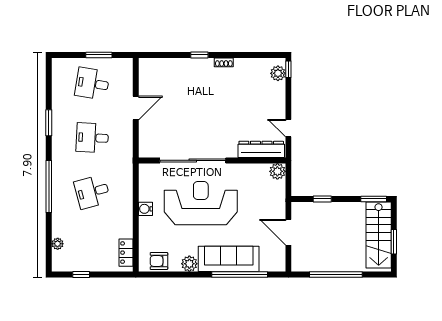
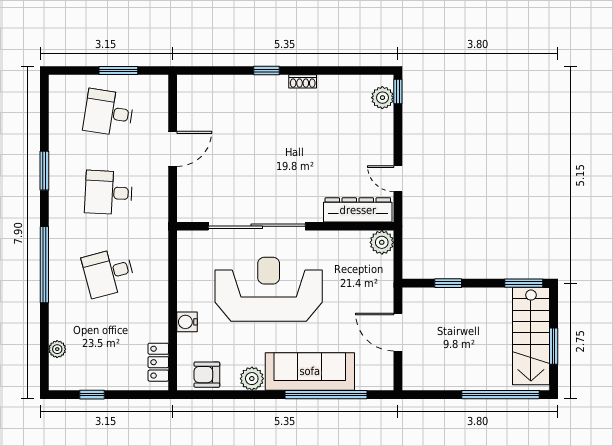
water cooler: (145, 209) -> (187, 322), moved
window: (336, 275) -> (500, 395), moved

